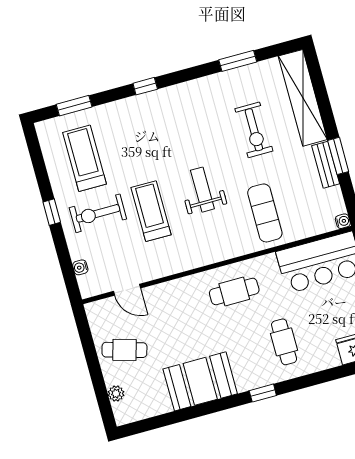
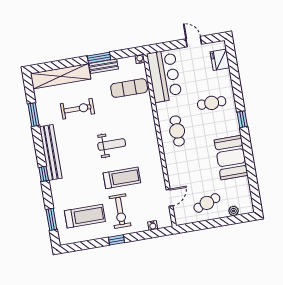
bench: (180, 94) -> (51, 152), added
treadmill: (85, 158) -> (85, 216), turned 180
weight bench: (202, 190) -> (112, 145), turned 180
treadmill: (151, 211) -> (122, 178), turned 180
exercise mat: (265, 213) -> (129, 88), moved
cafe table: (124, 350) -> (207, 203), turned 54

